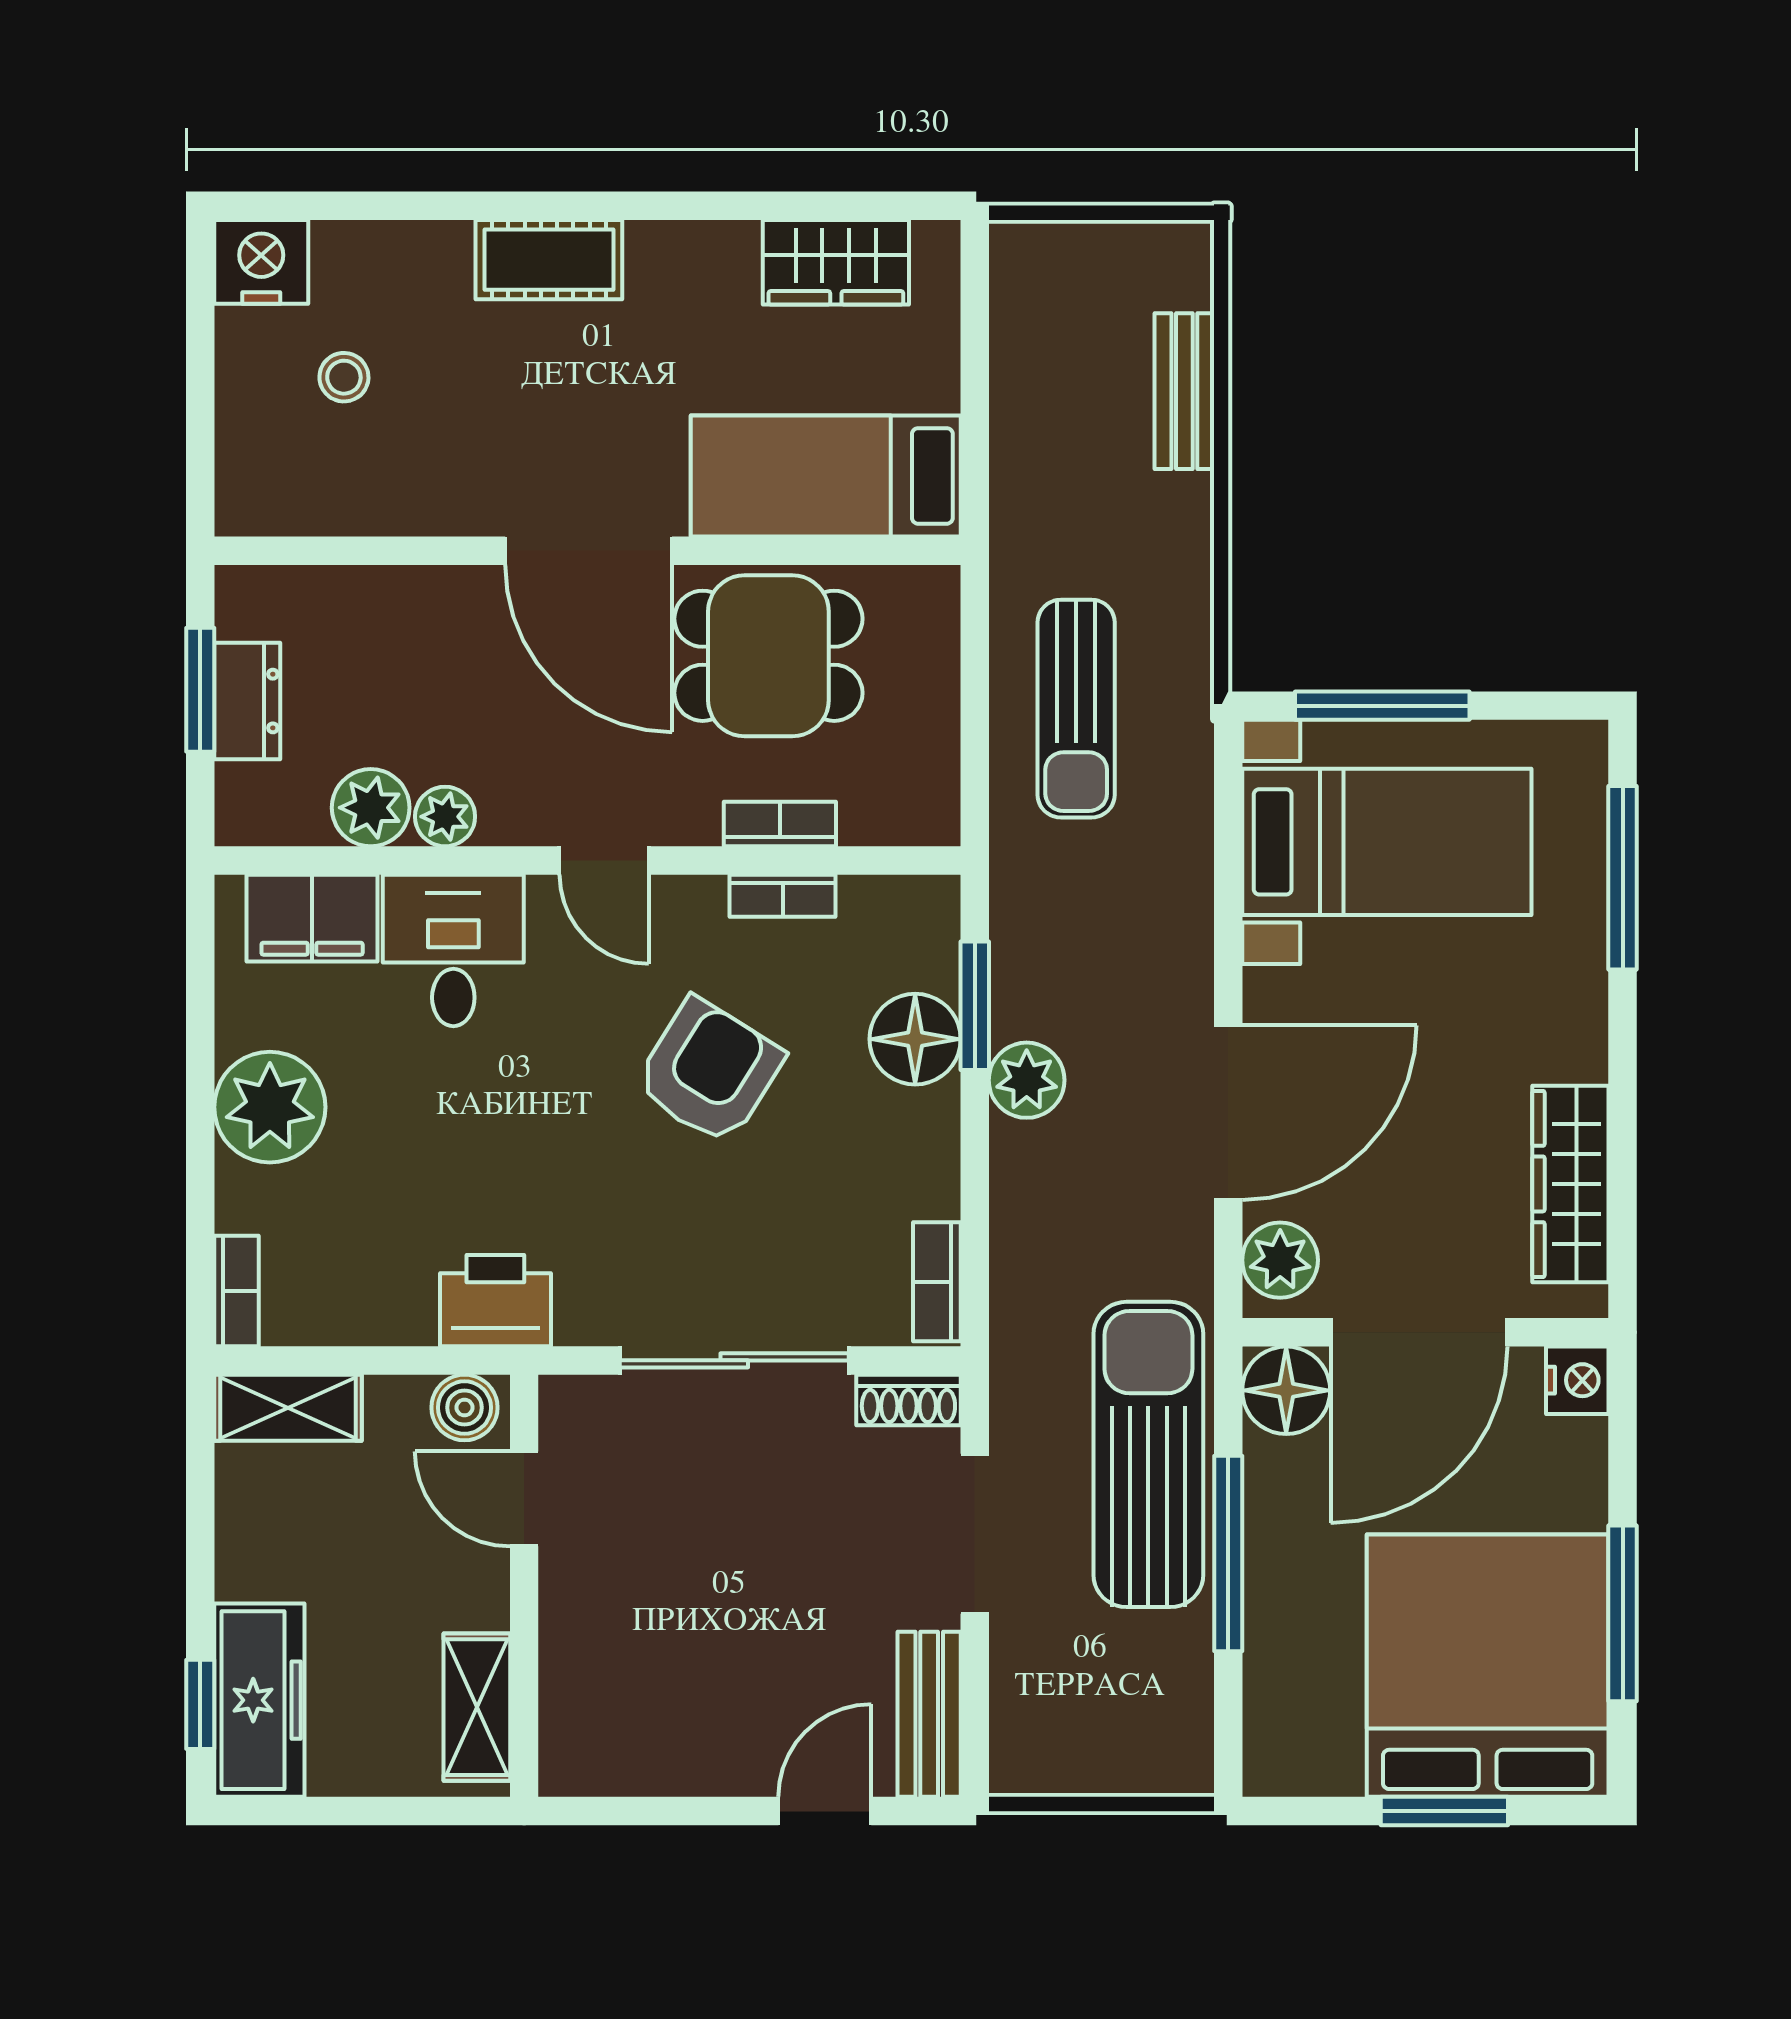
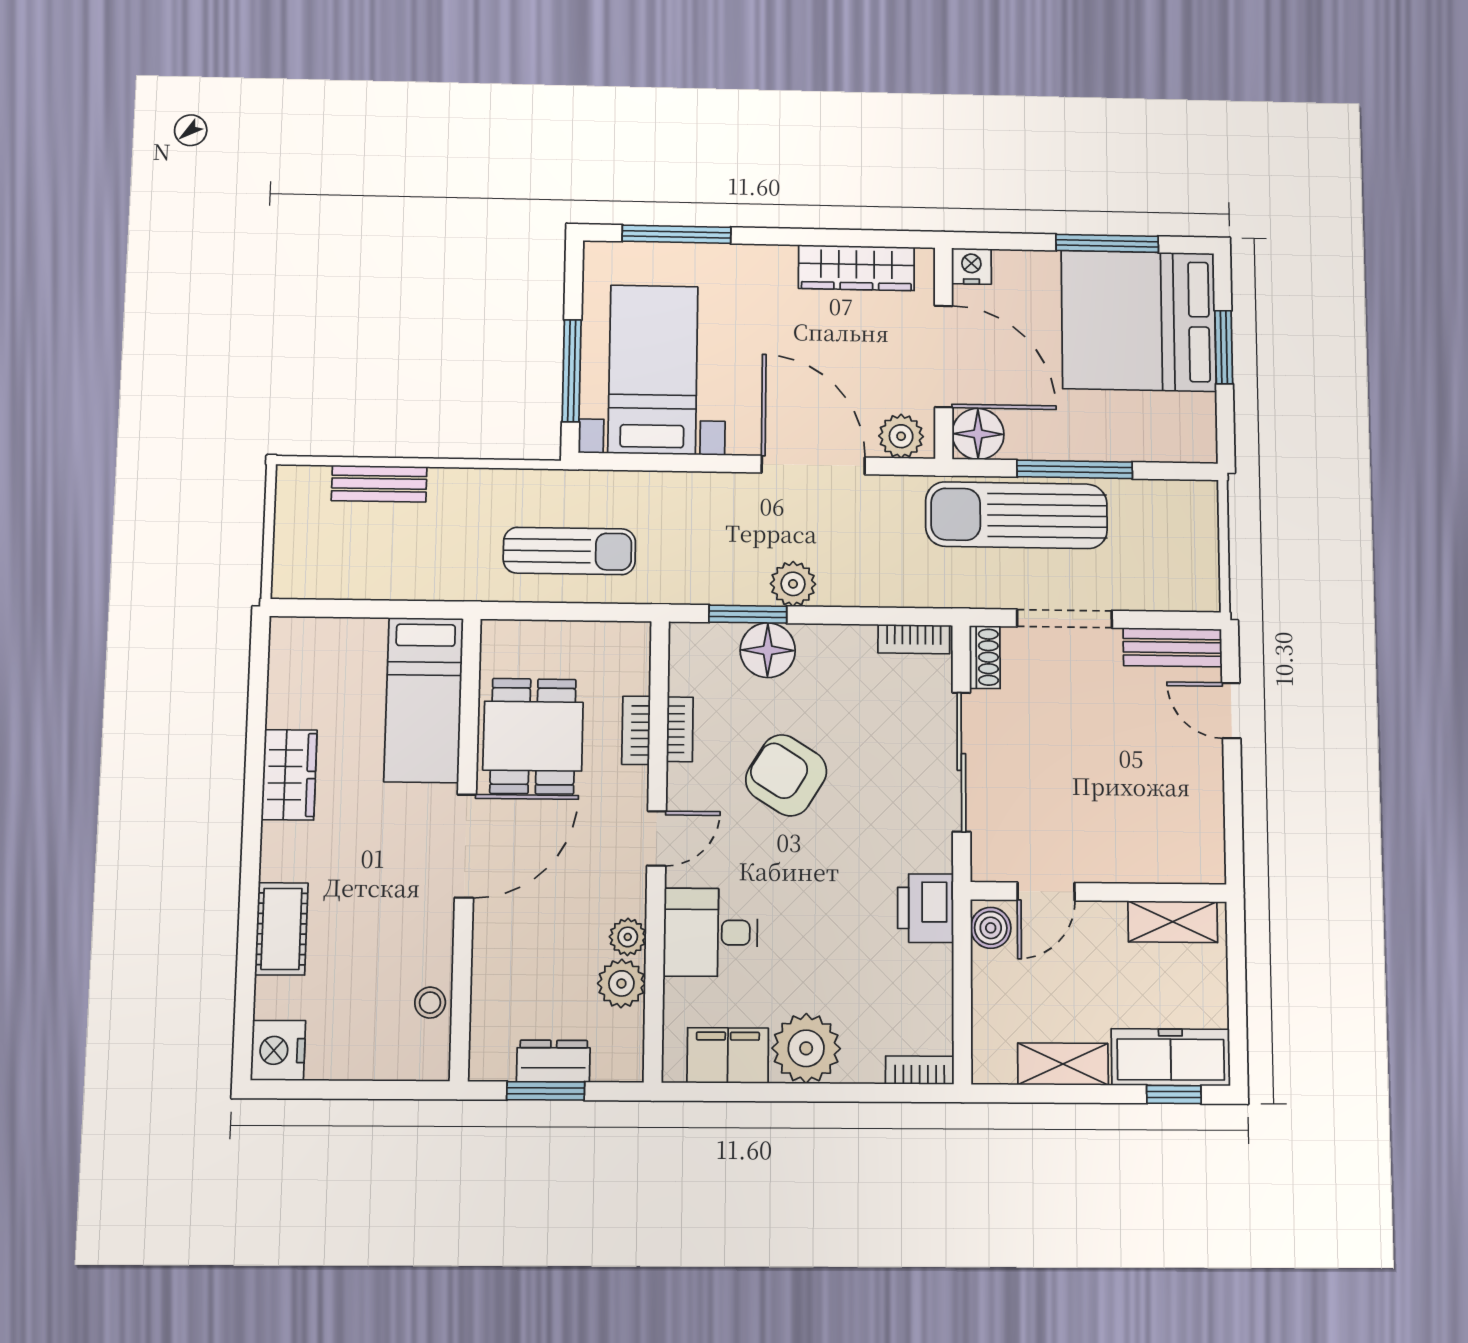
cot: (549, 260) -> (281, 929), moved
wardrobe: (836, 262) -> (289, 775), moved
stool: (344, 377) -> (430, 1003), moved
filing cabinet: (312, 918) -> (728, 1055), moved, turned -90
shelving: (288, 1408) -> (1063, 1064), moved, turned 90

